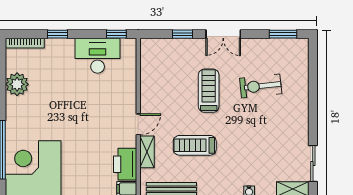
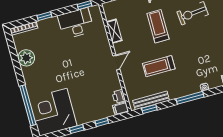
shelving: (147, 152) -> (114, 31), moved
printer: (125, 164) -> (119, 96), width x0.53, depth x0.68

